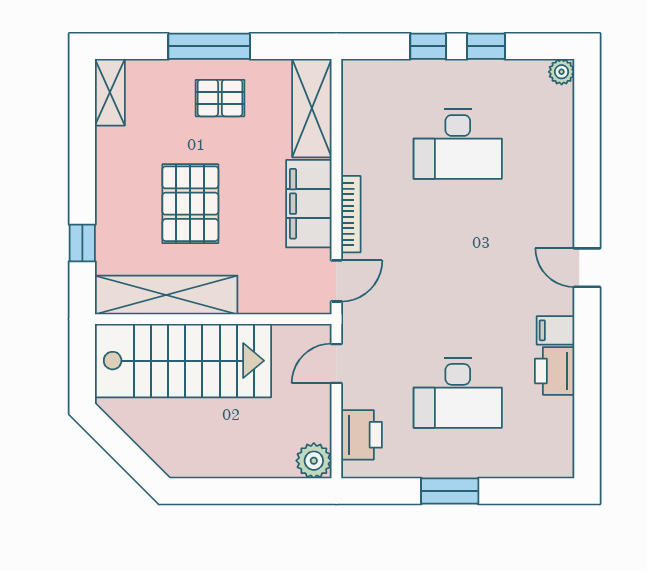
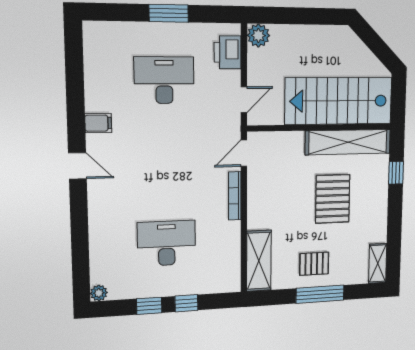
filing cabinet: (309, 204) -> (261, 202), removed
printer: (555, 371) -> (98, 95), removed

